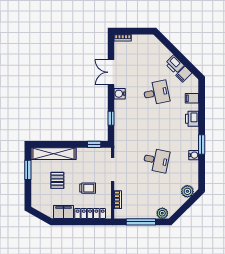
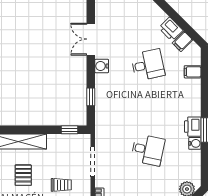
printer: (192, 119) -> (193, 127), moved

